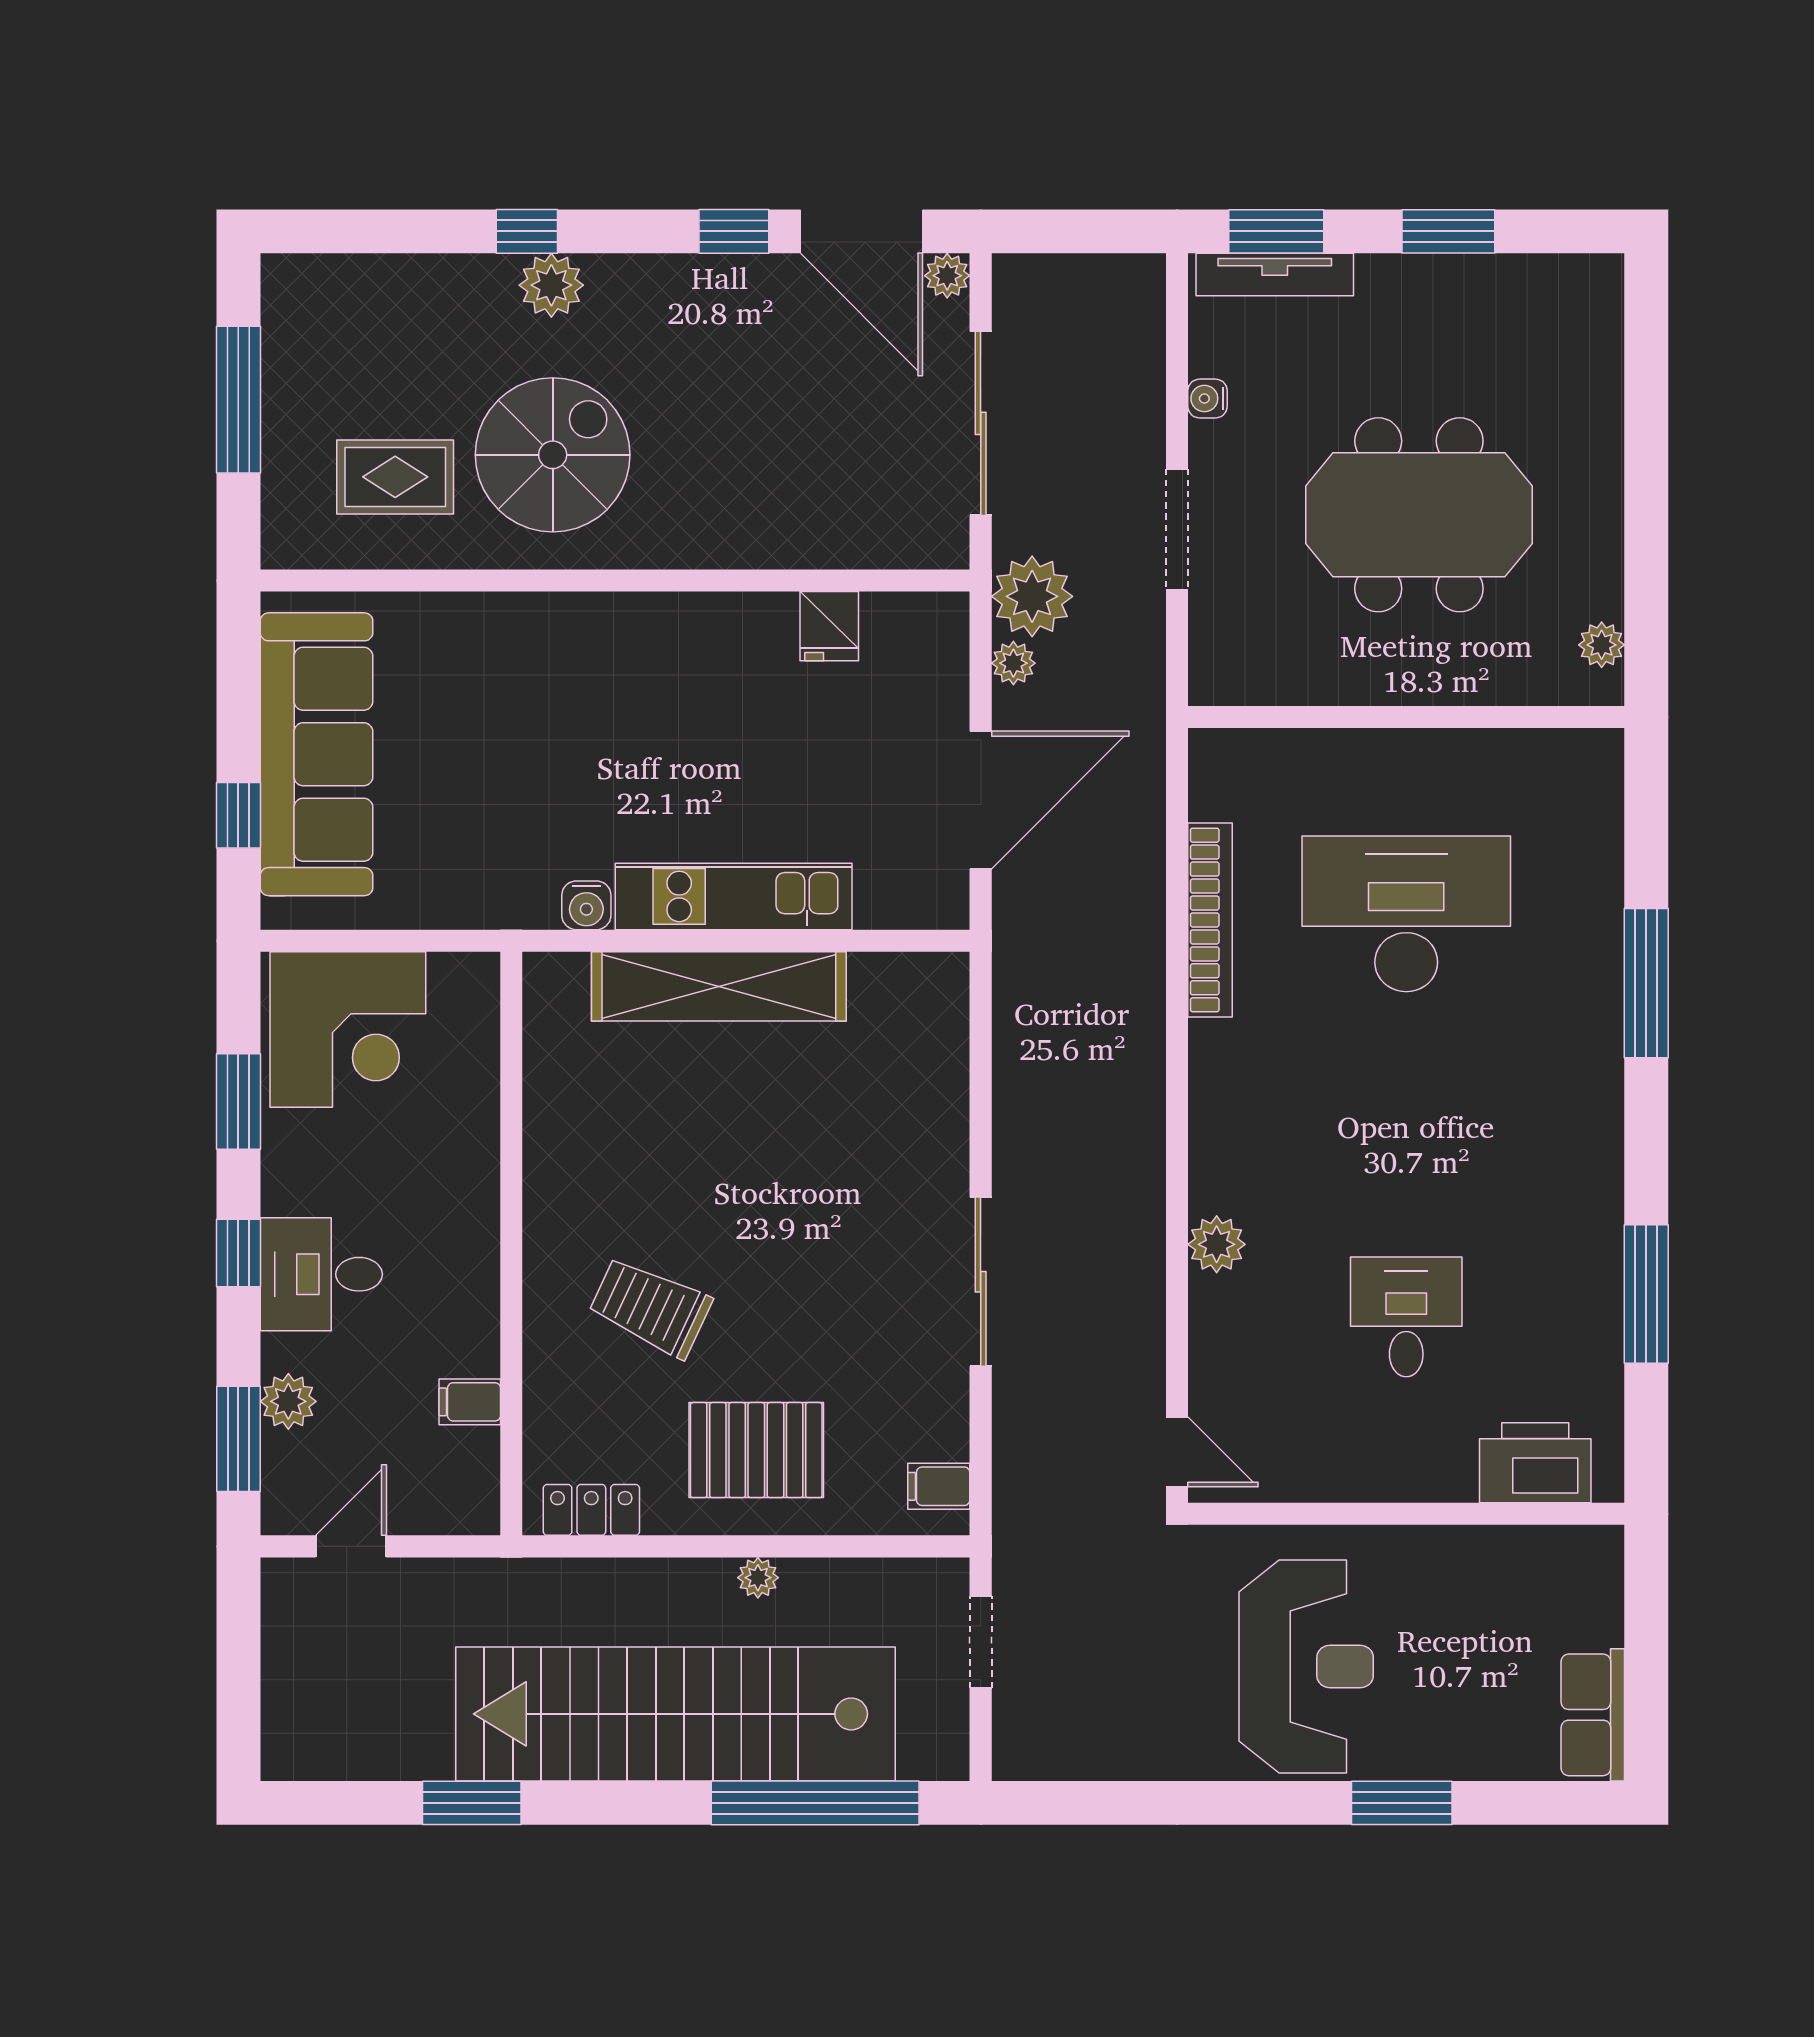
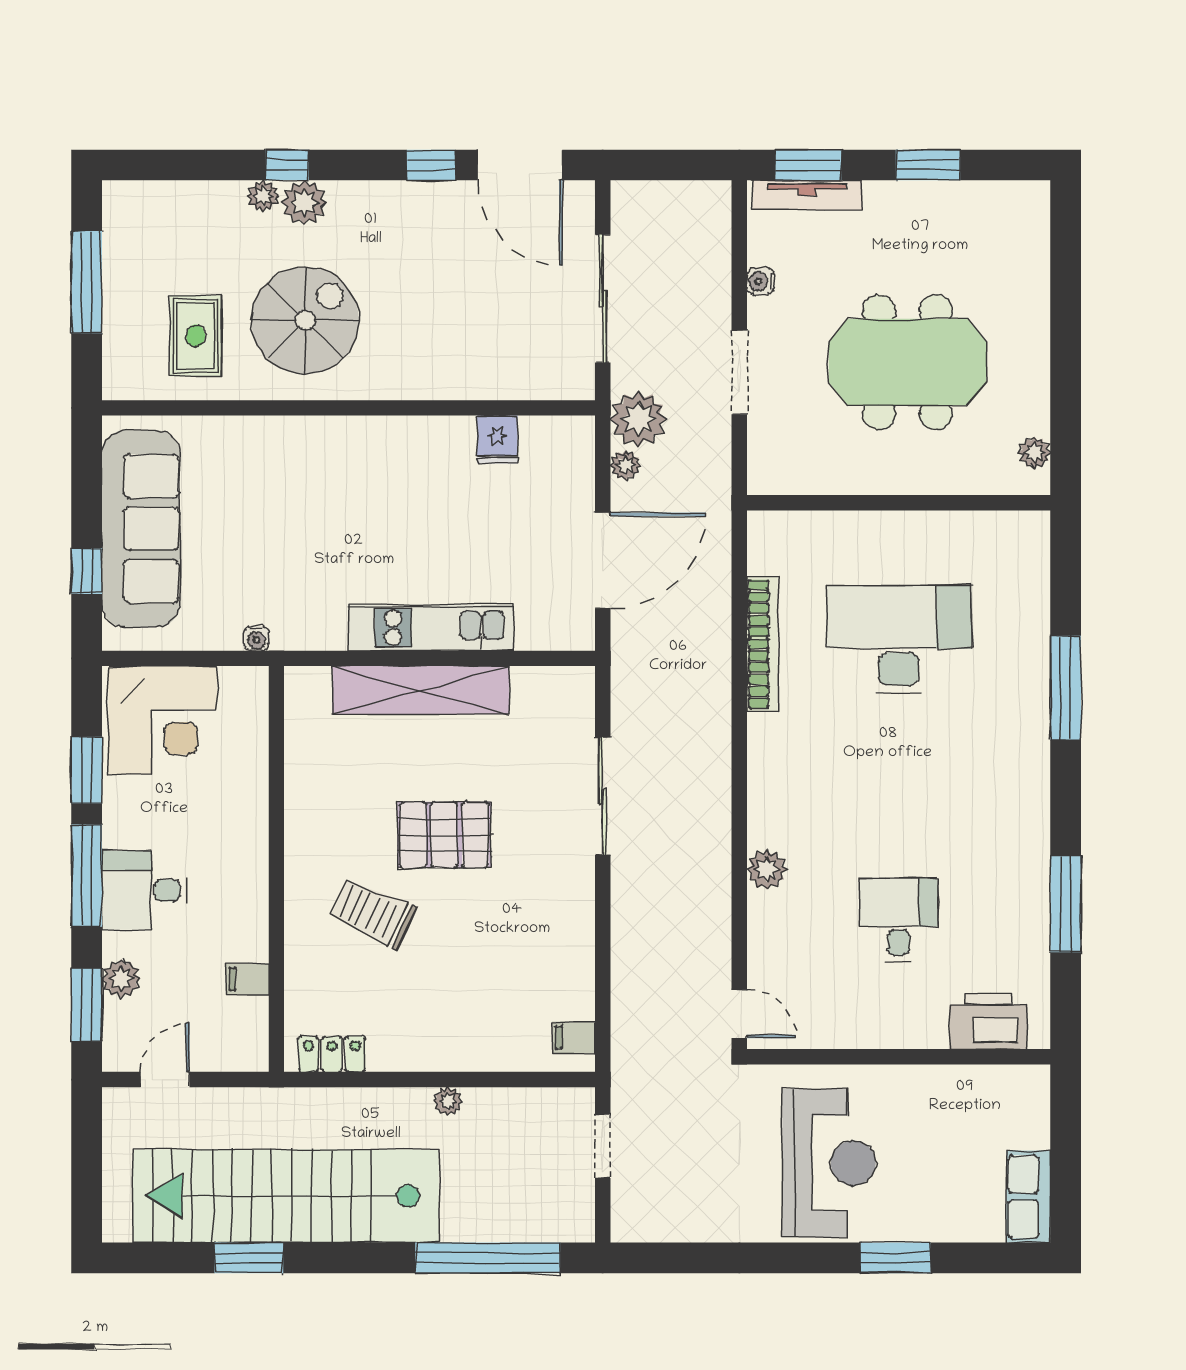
plant: (947, 276) -> (263, 196), moved
rug: (395, 477) -> (196, 336), turned 90
water cooler: (586, 905) -> (257, 638), moved, width x0.72, depth x0.72
window: (238, 1253) -> (87, 876), width x2.17
sliding door: (981, 1282) -> (603, 796), moved
pallet: (756, 1450) -> (444, 835), moved
stairs: (675, 1714) -> (286, 1196), moved

